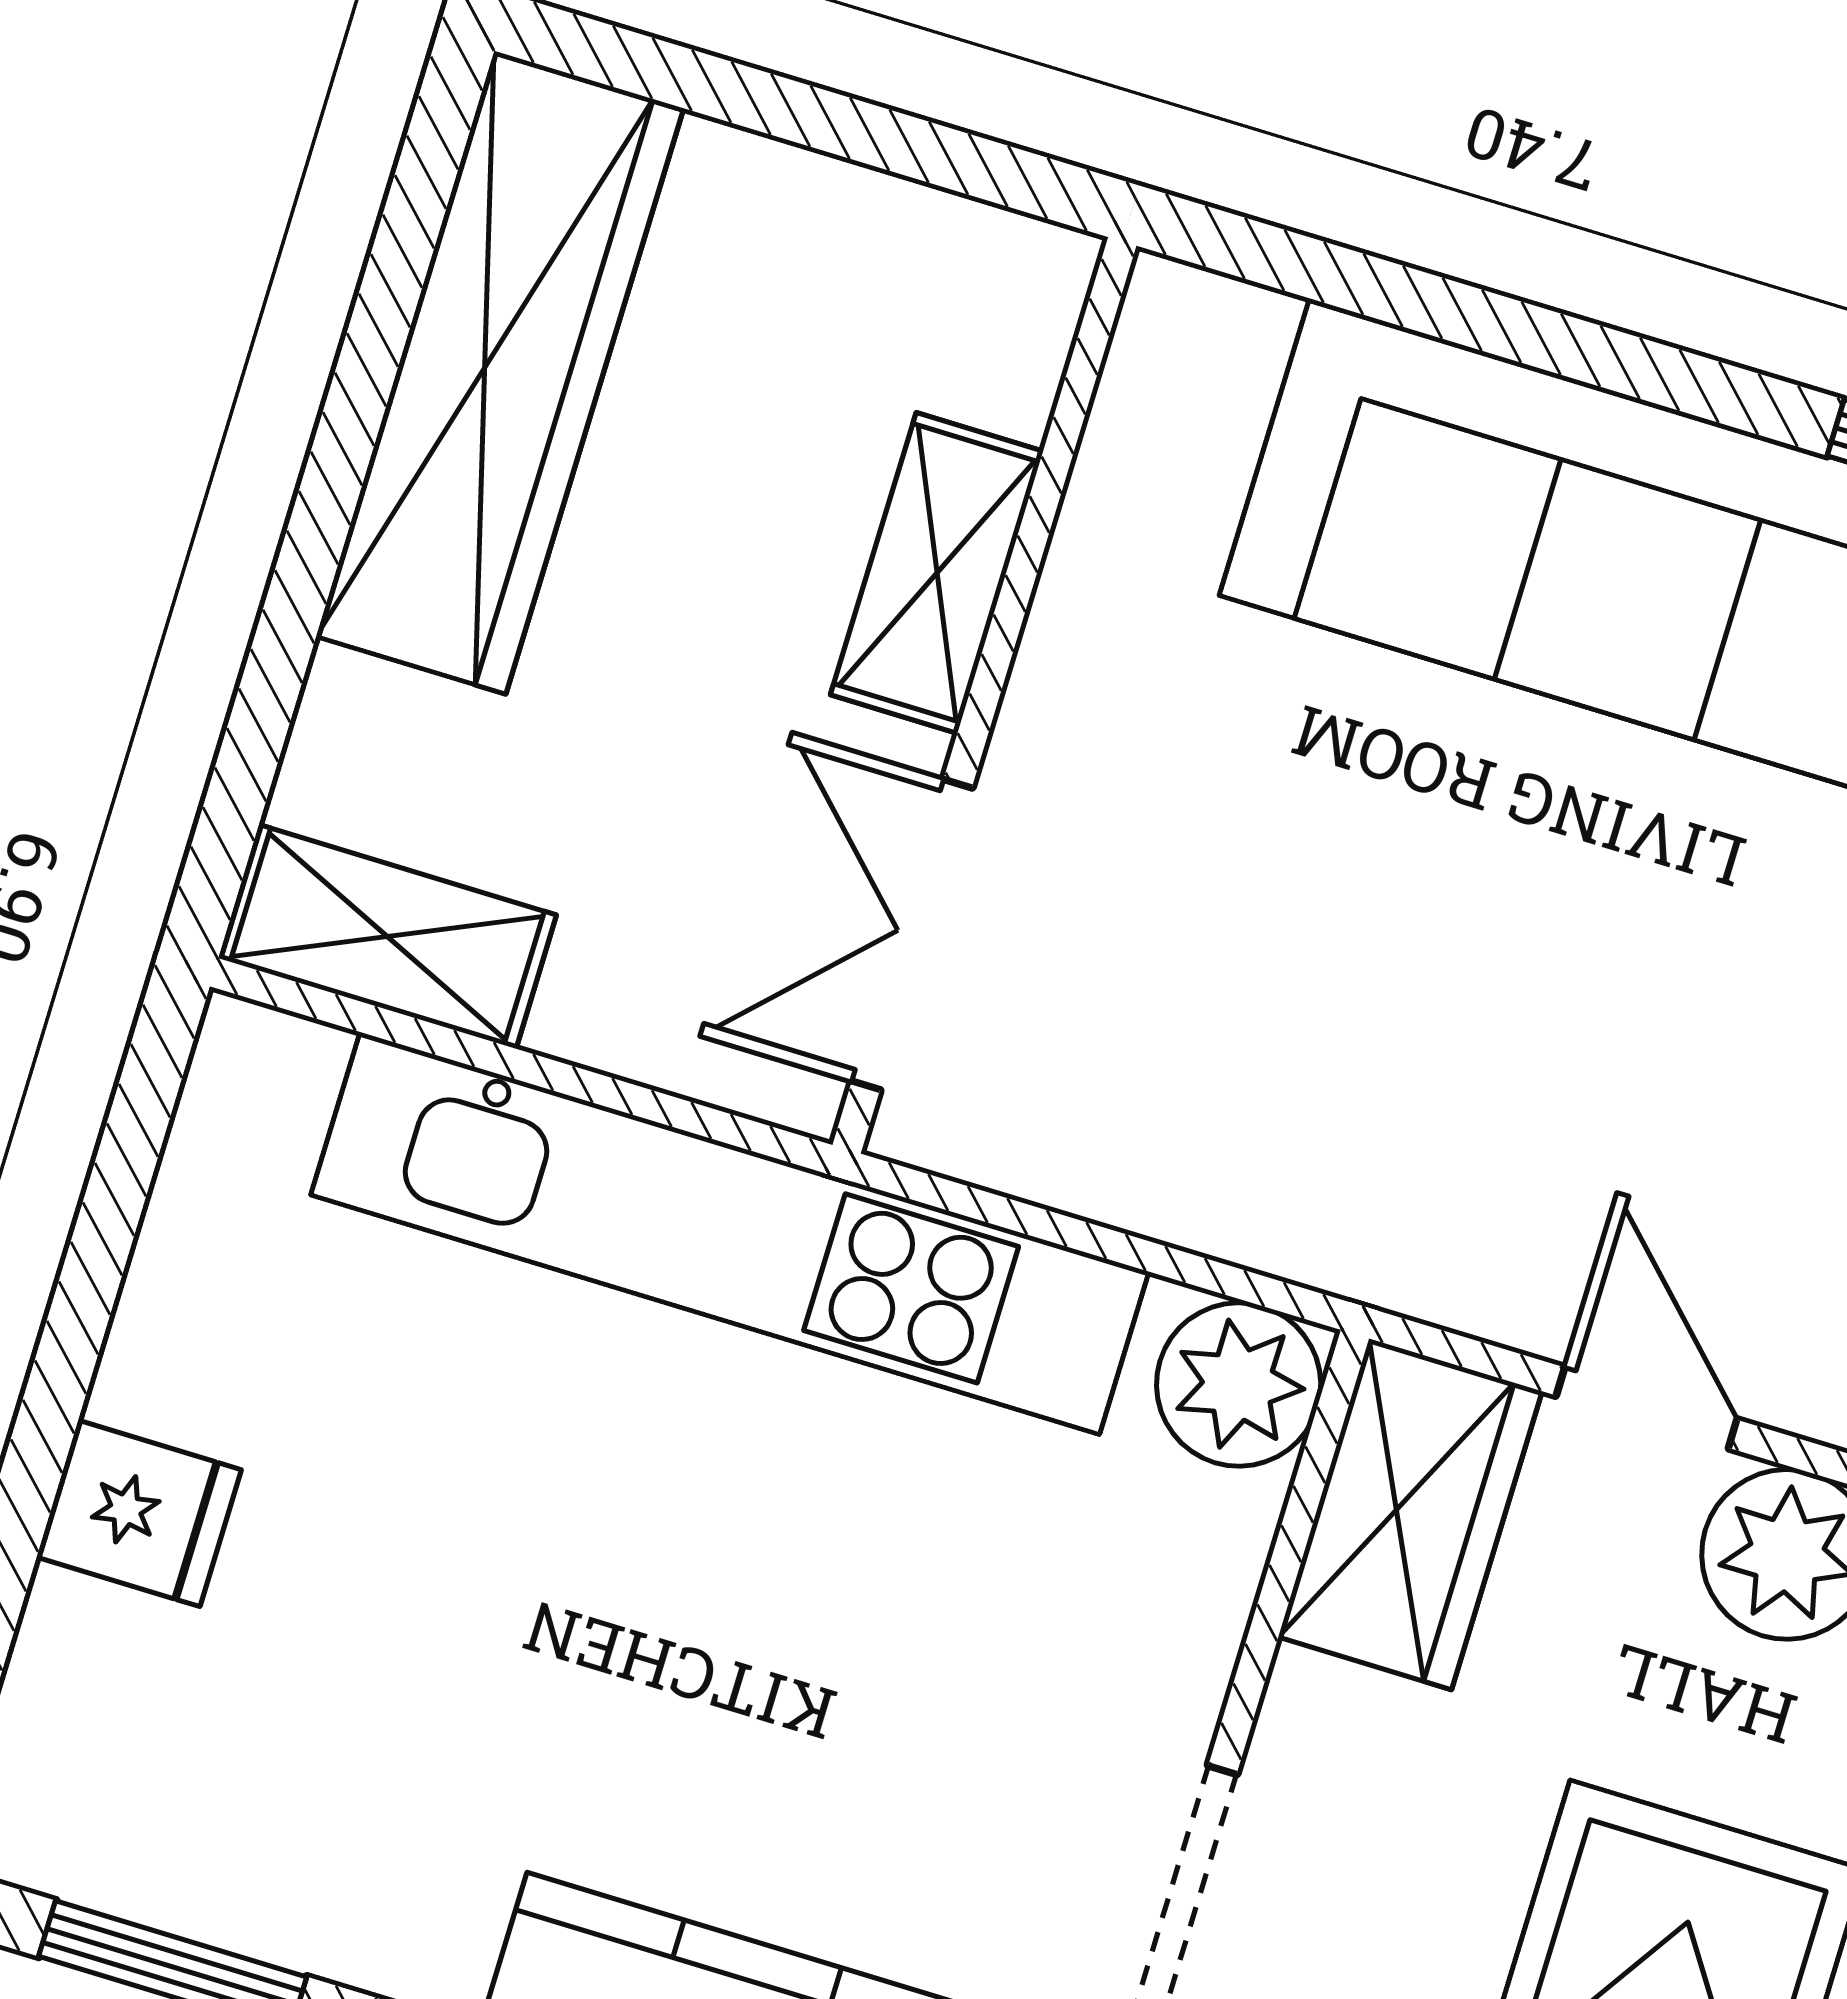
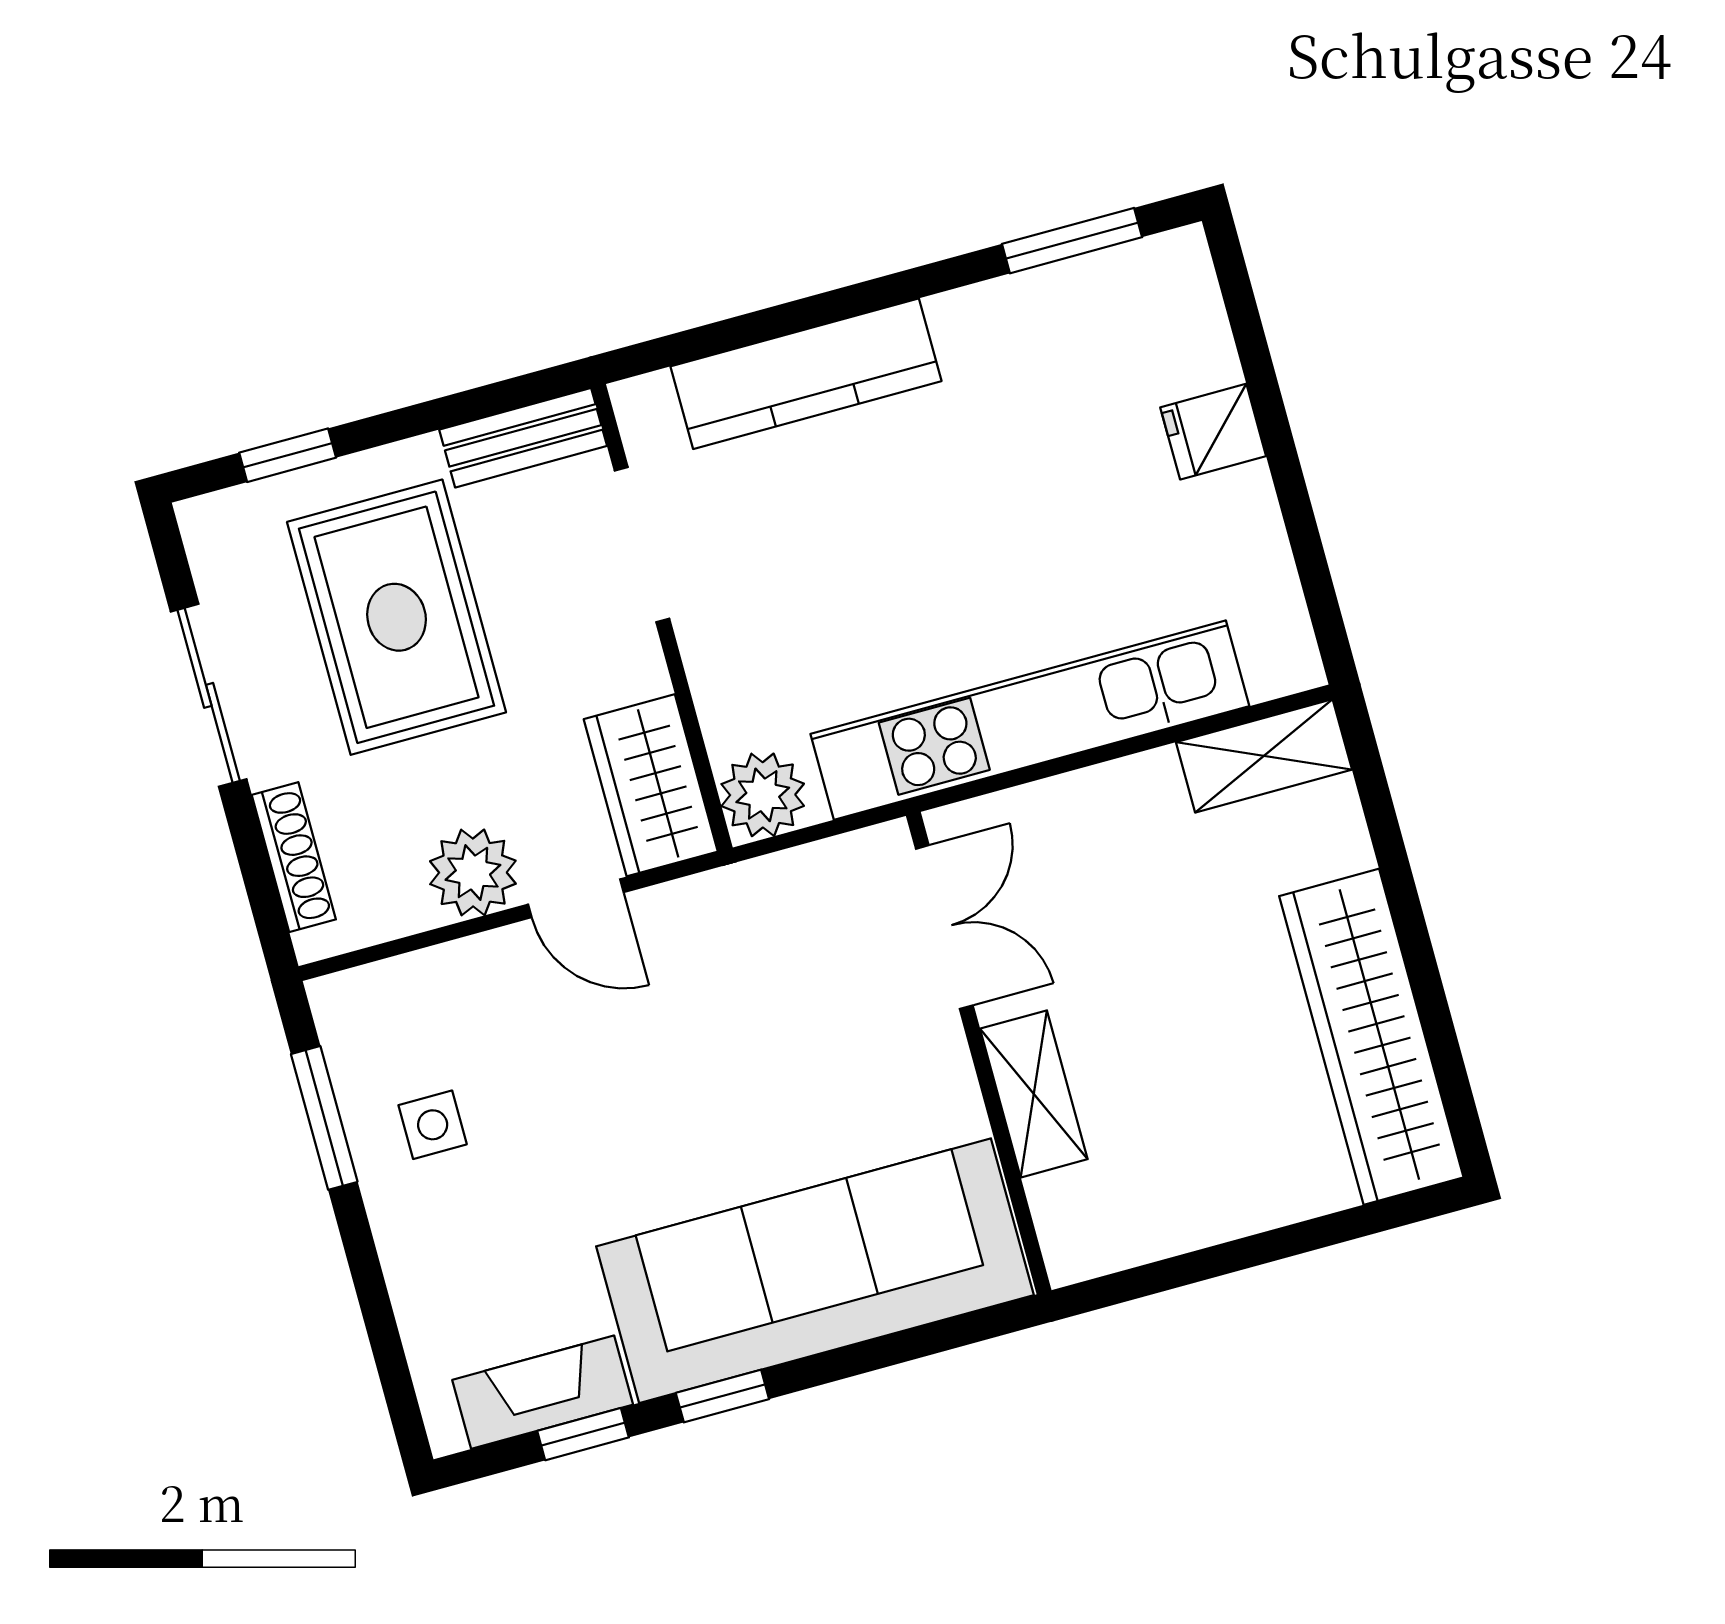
shelving: (937, 573) -> (1034, 1094), moved
wall: (984, 695) -> (979, 1053), moved
double door: (912, 935) -> (944, 927), moved

